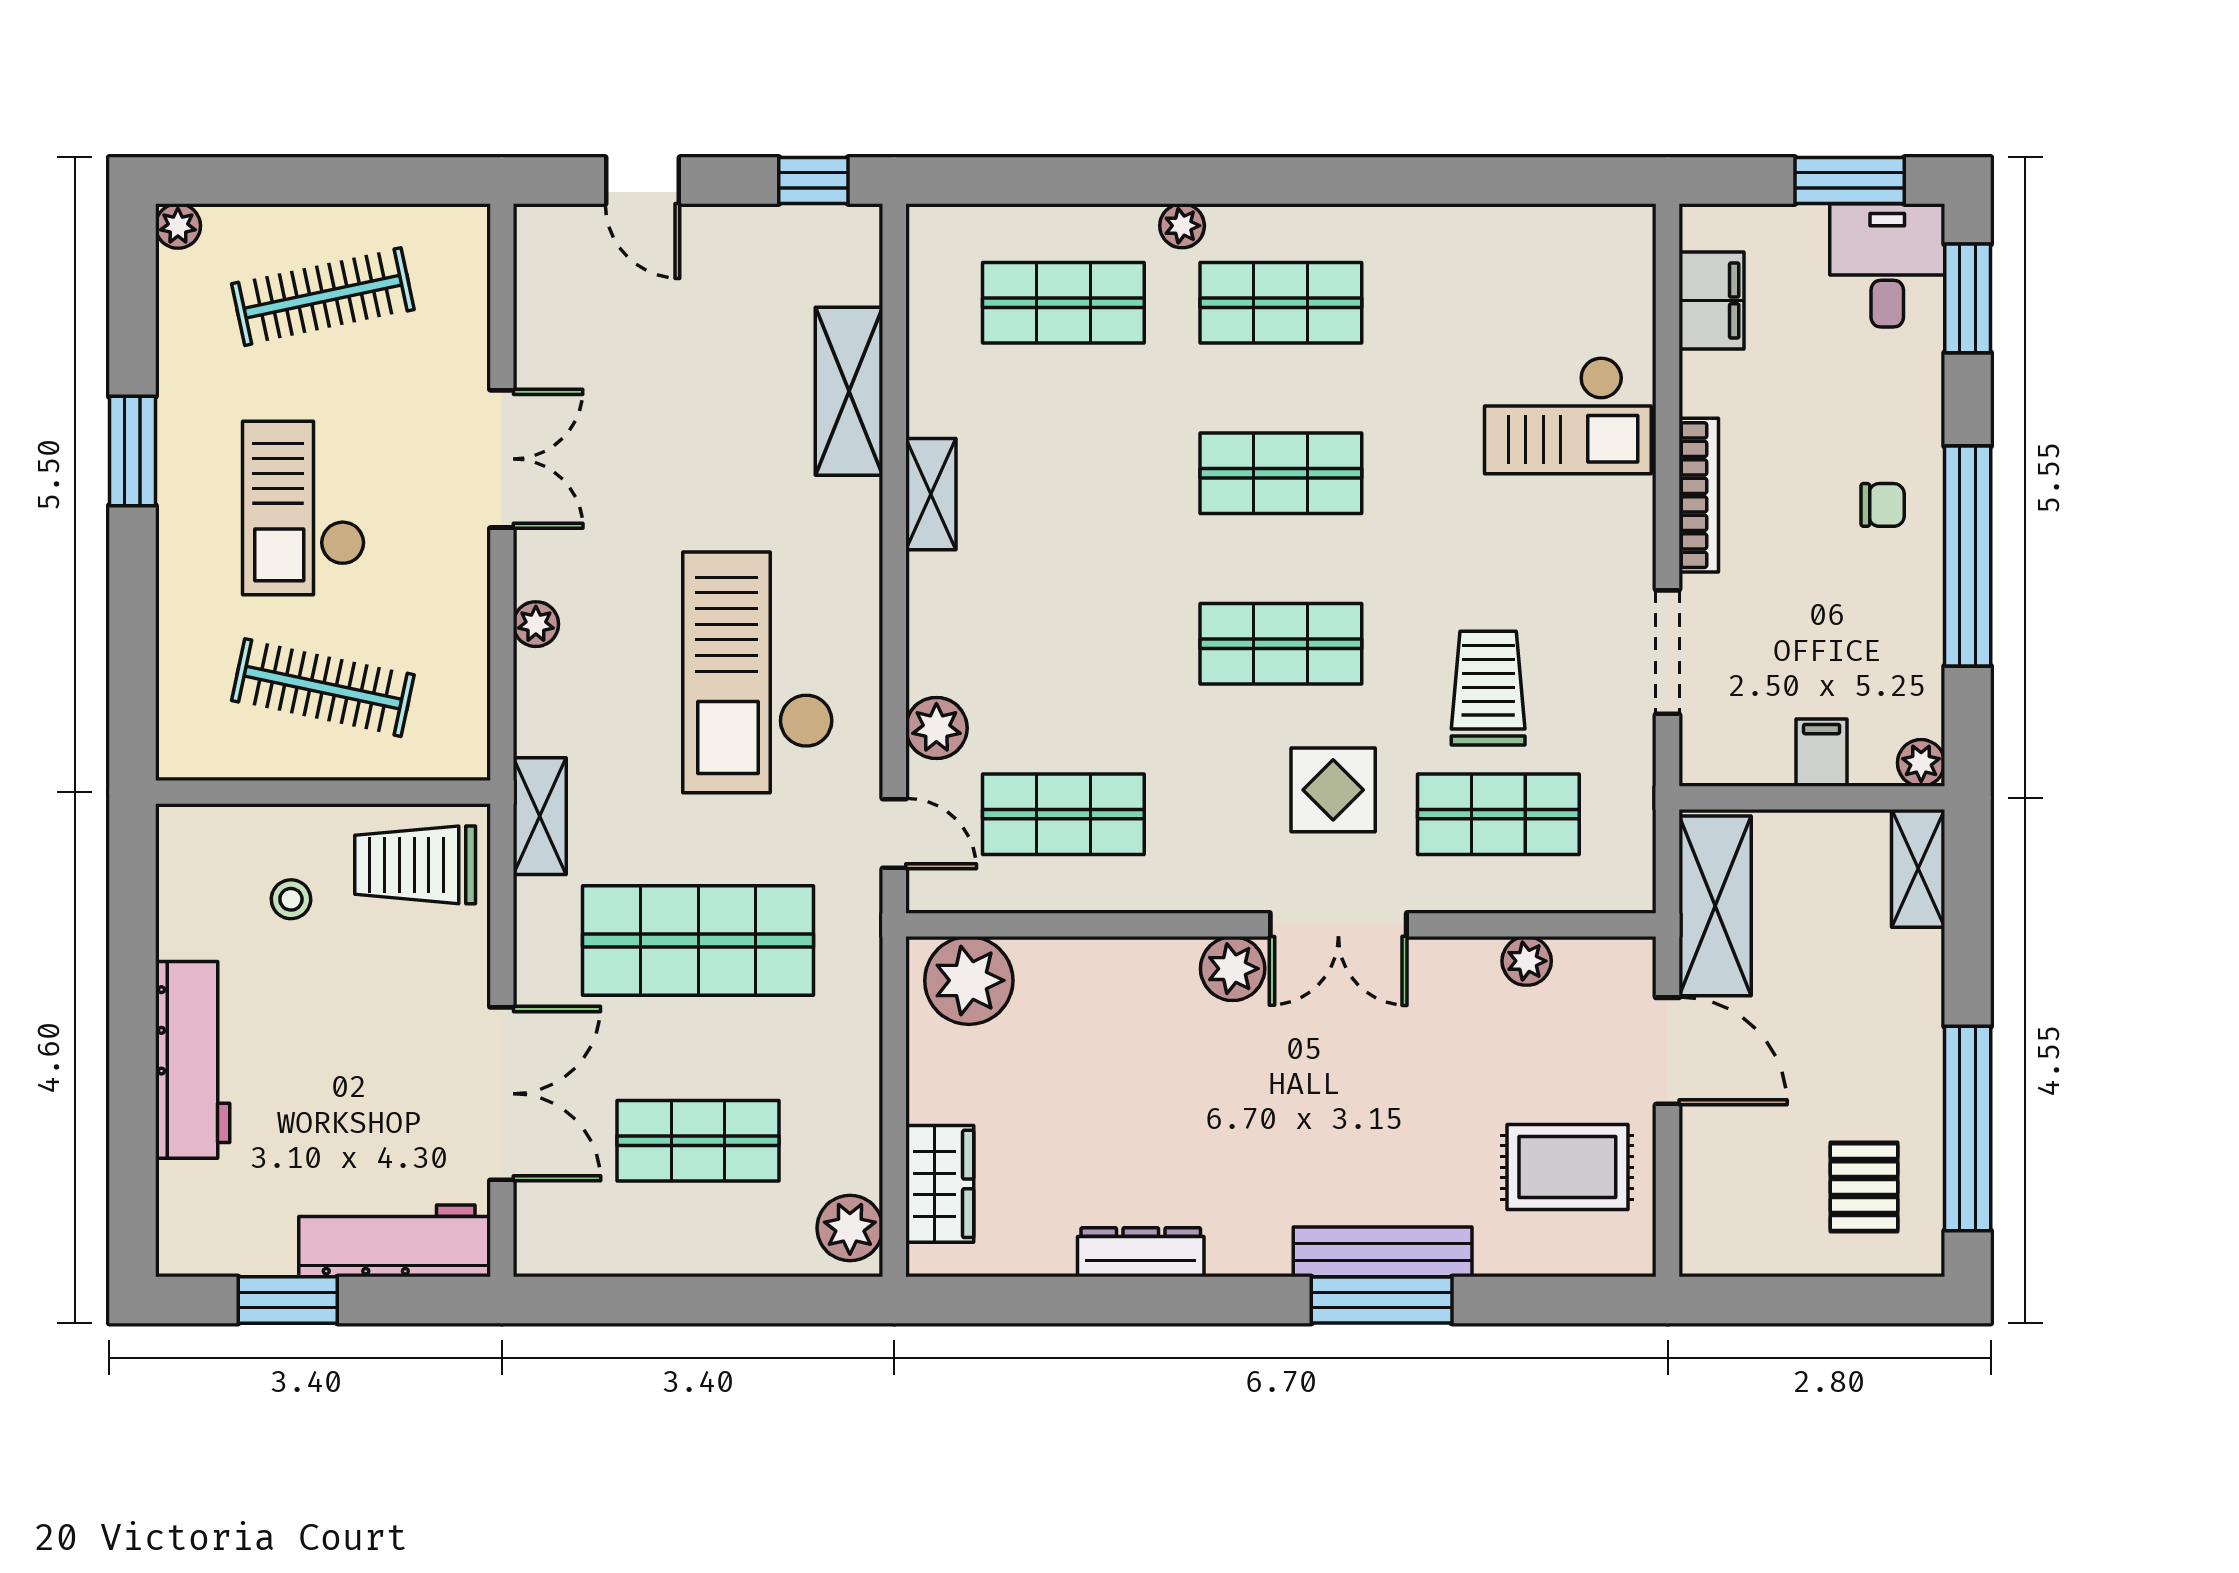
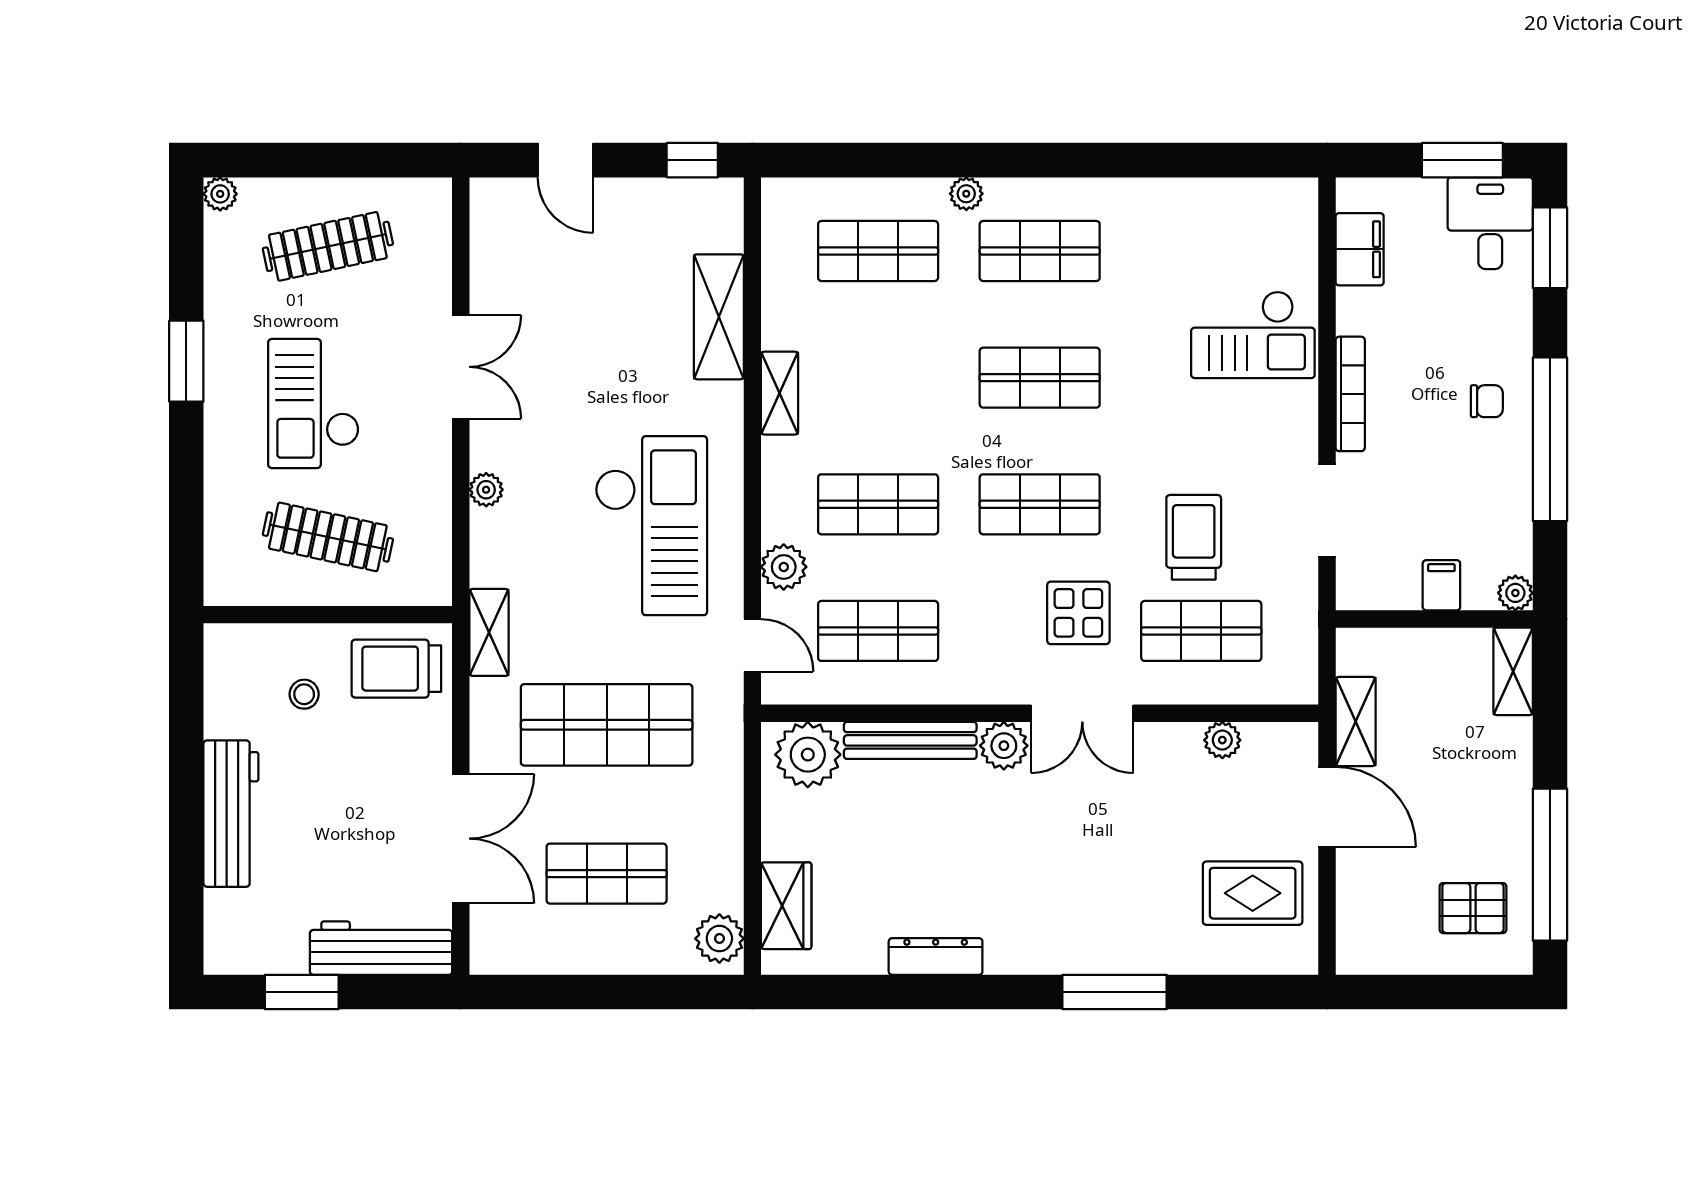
shop shelf: (1063, 644) -> (878, 504), added
checkout: (758, 672) -> (651, 526), turned 180
shelving: (1715, 906) -> (1356, 721), width x0.67, depth x0.75
pallet: (1864, 1187) -> (1473, 908), turned 90
bench: (1383, 1252) -> (910, 740), moved

